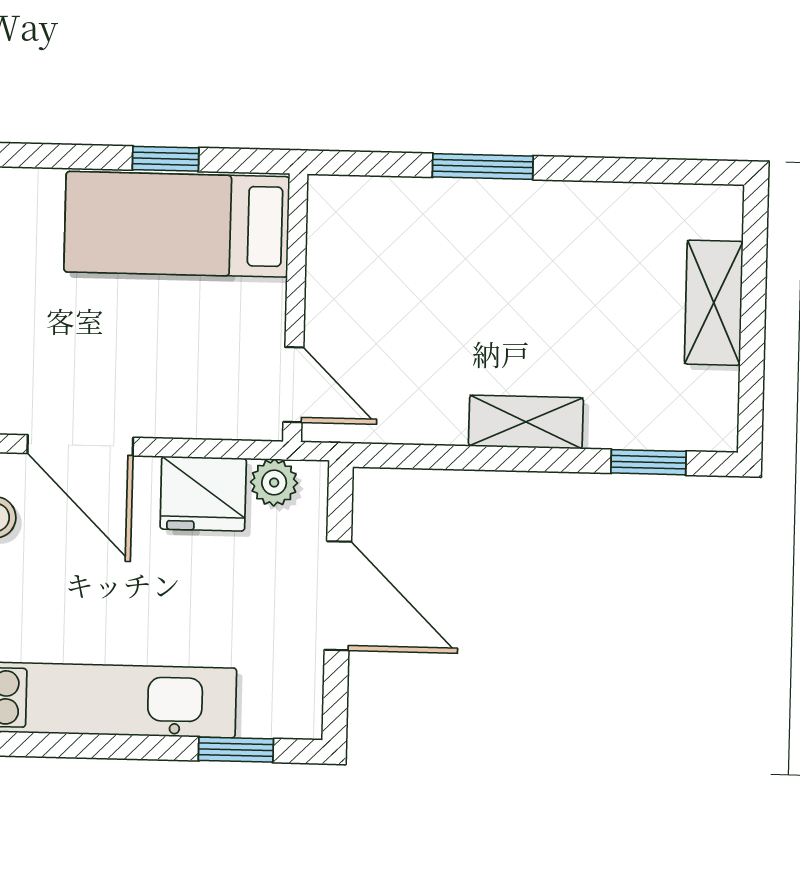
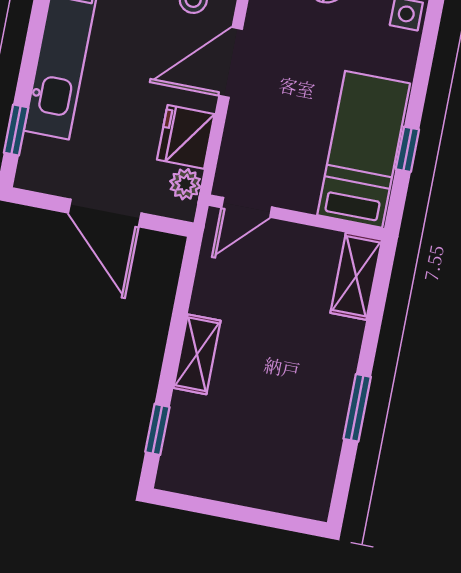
window: (483, 166) -> (357, 408), moved
shelving: (714, 303) -> (356, 276), moved, turned 90
door: (338, 596) -> (105, 213), hinge flipped

